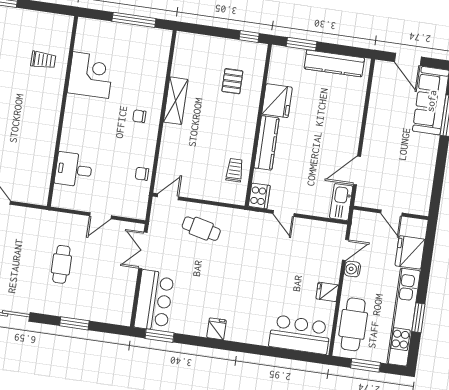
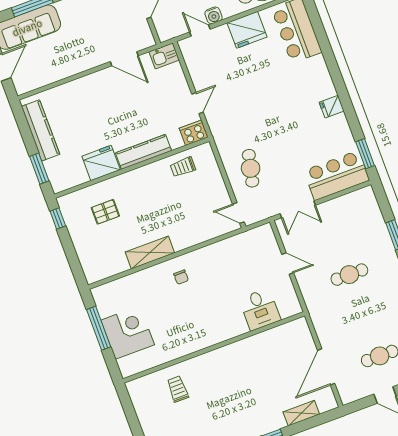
corner desk: (91, 75) -> (128, 332), moved, turned 90
chair: (142, 174) -> (231, 247), removed
kitchen sink: (341, 202) -> (164, 56), width x0.73
fridge: (327, 292) -> (247, 30), width x1.88, depth x1.34

